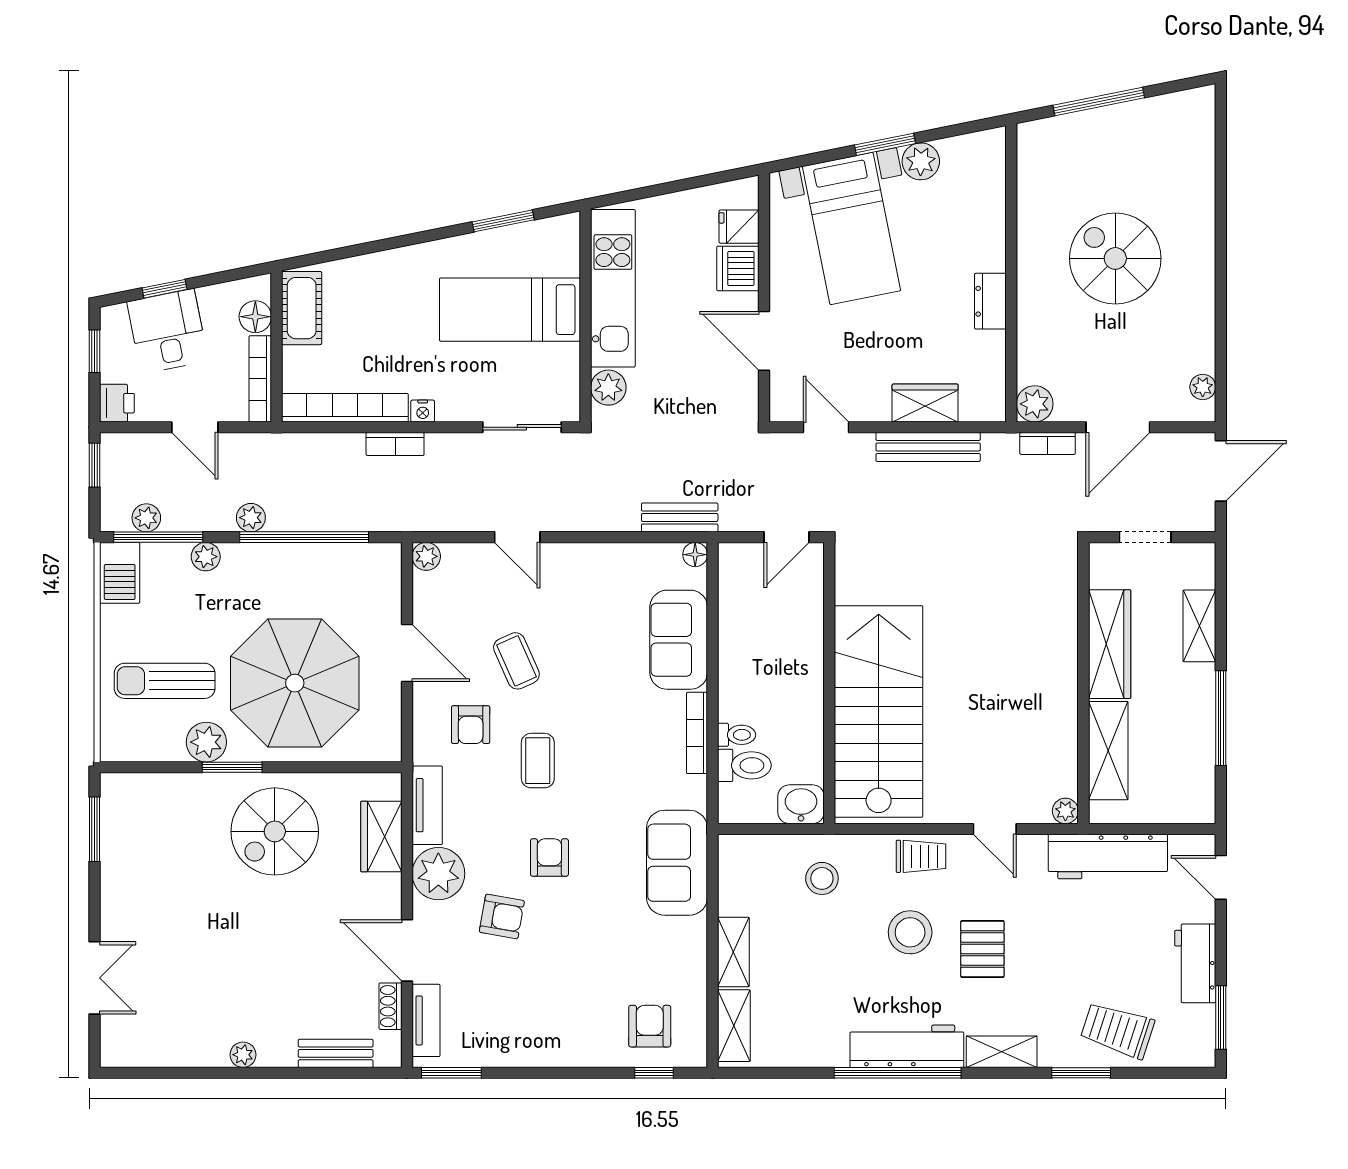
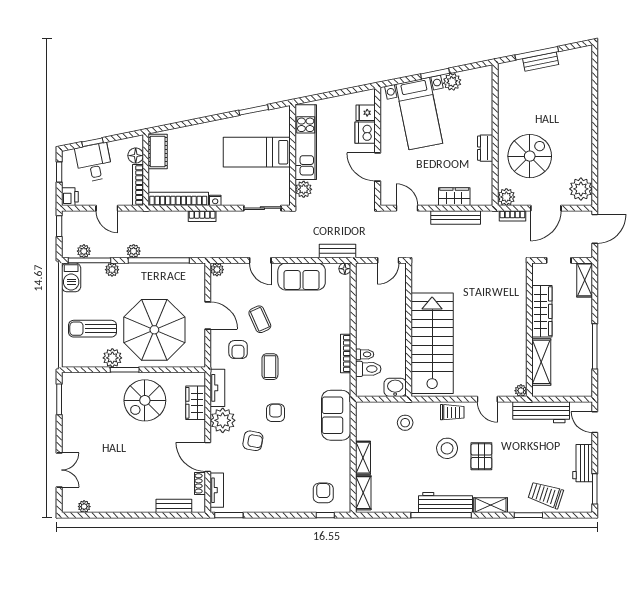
bench: (1107, 119) -> (541, 62), added
spiral stairs: (1115, 258) -> (530, 156), moved, turned 90
plant: (1203, 387) -> (581, 189), width x1.88, depth x1.88
shelving: (1199, 626) -> (585, 280), moved
sofa: (679, 640) -> (302, 276), moved, turned -90
plant: (243, 1055) -> (84, 507), moved

